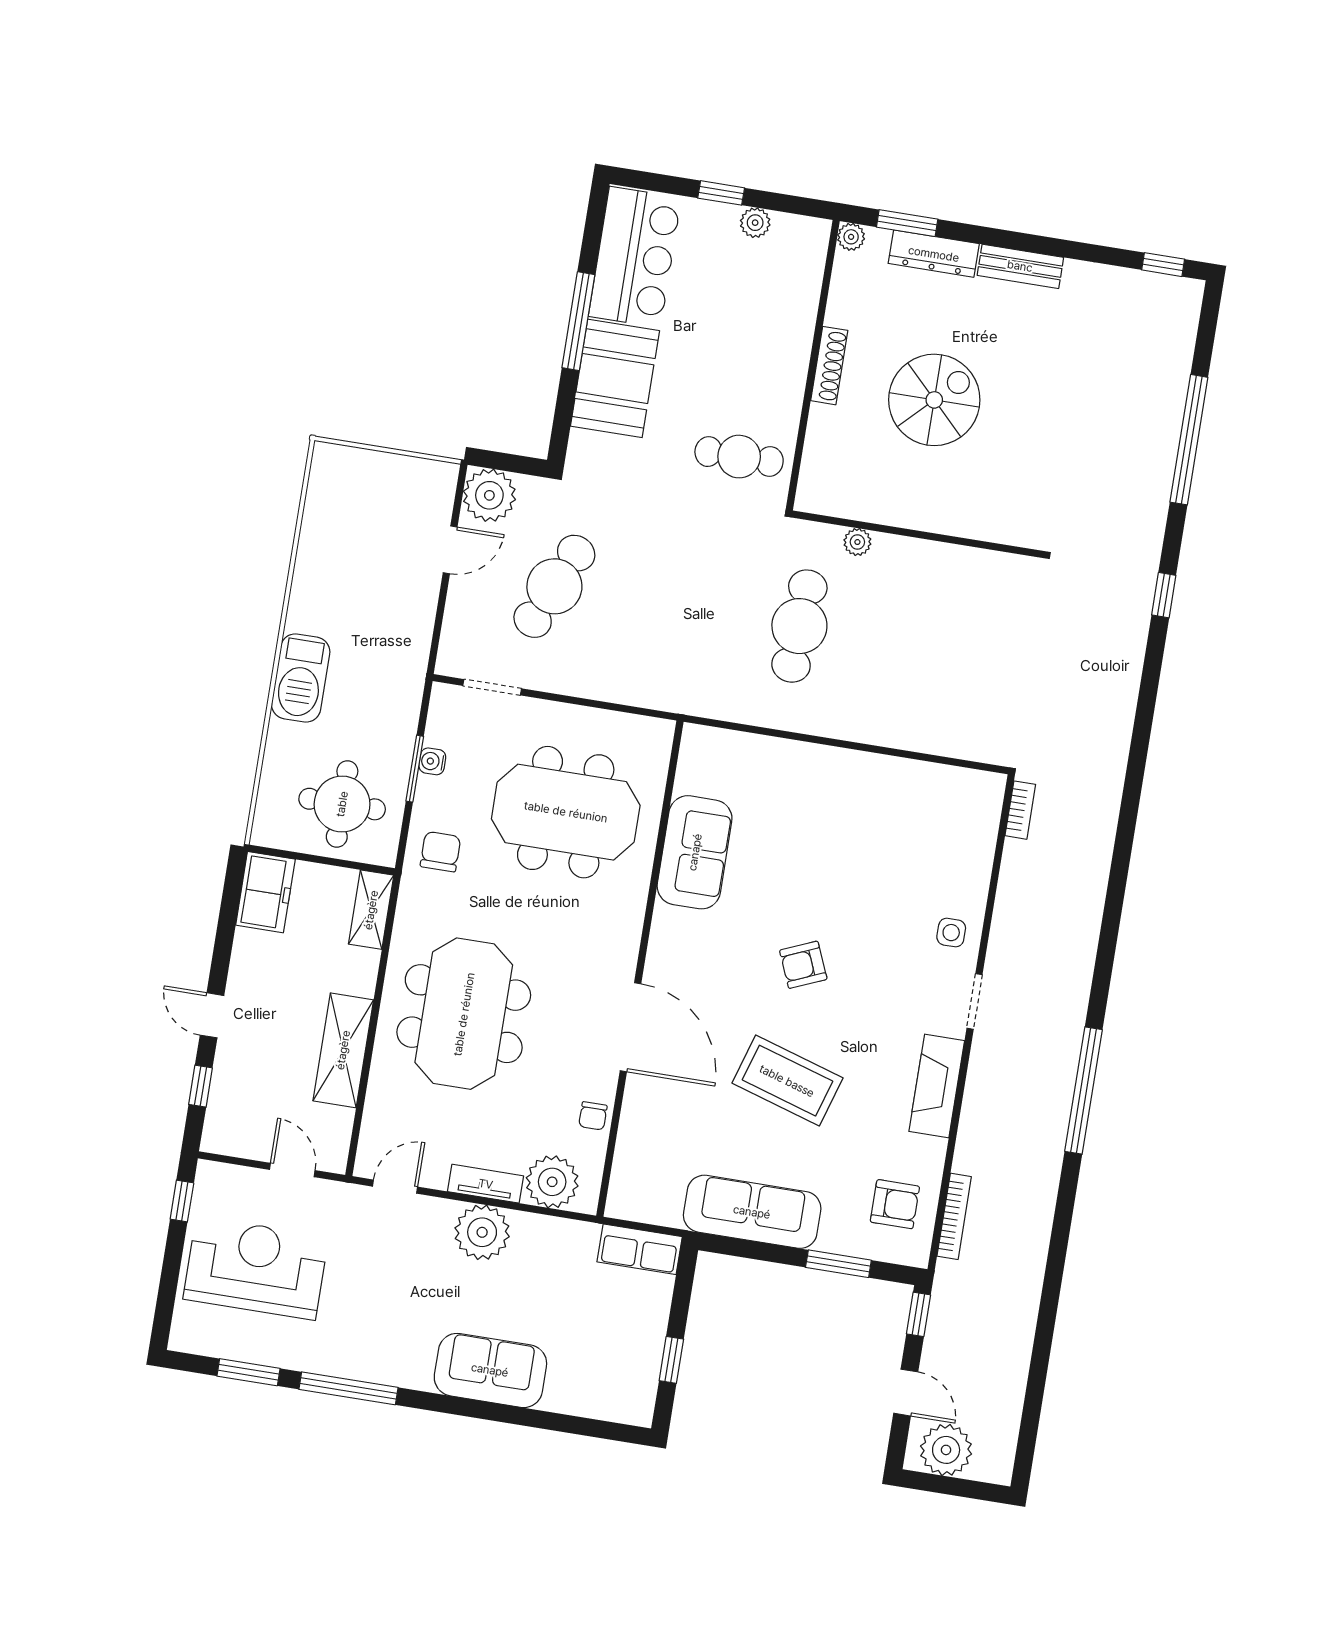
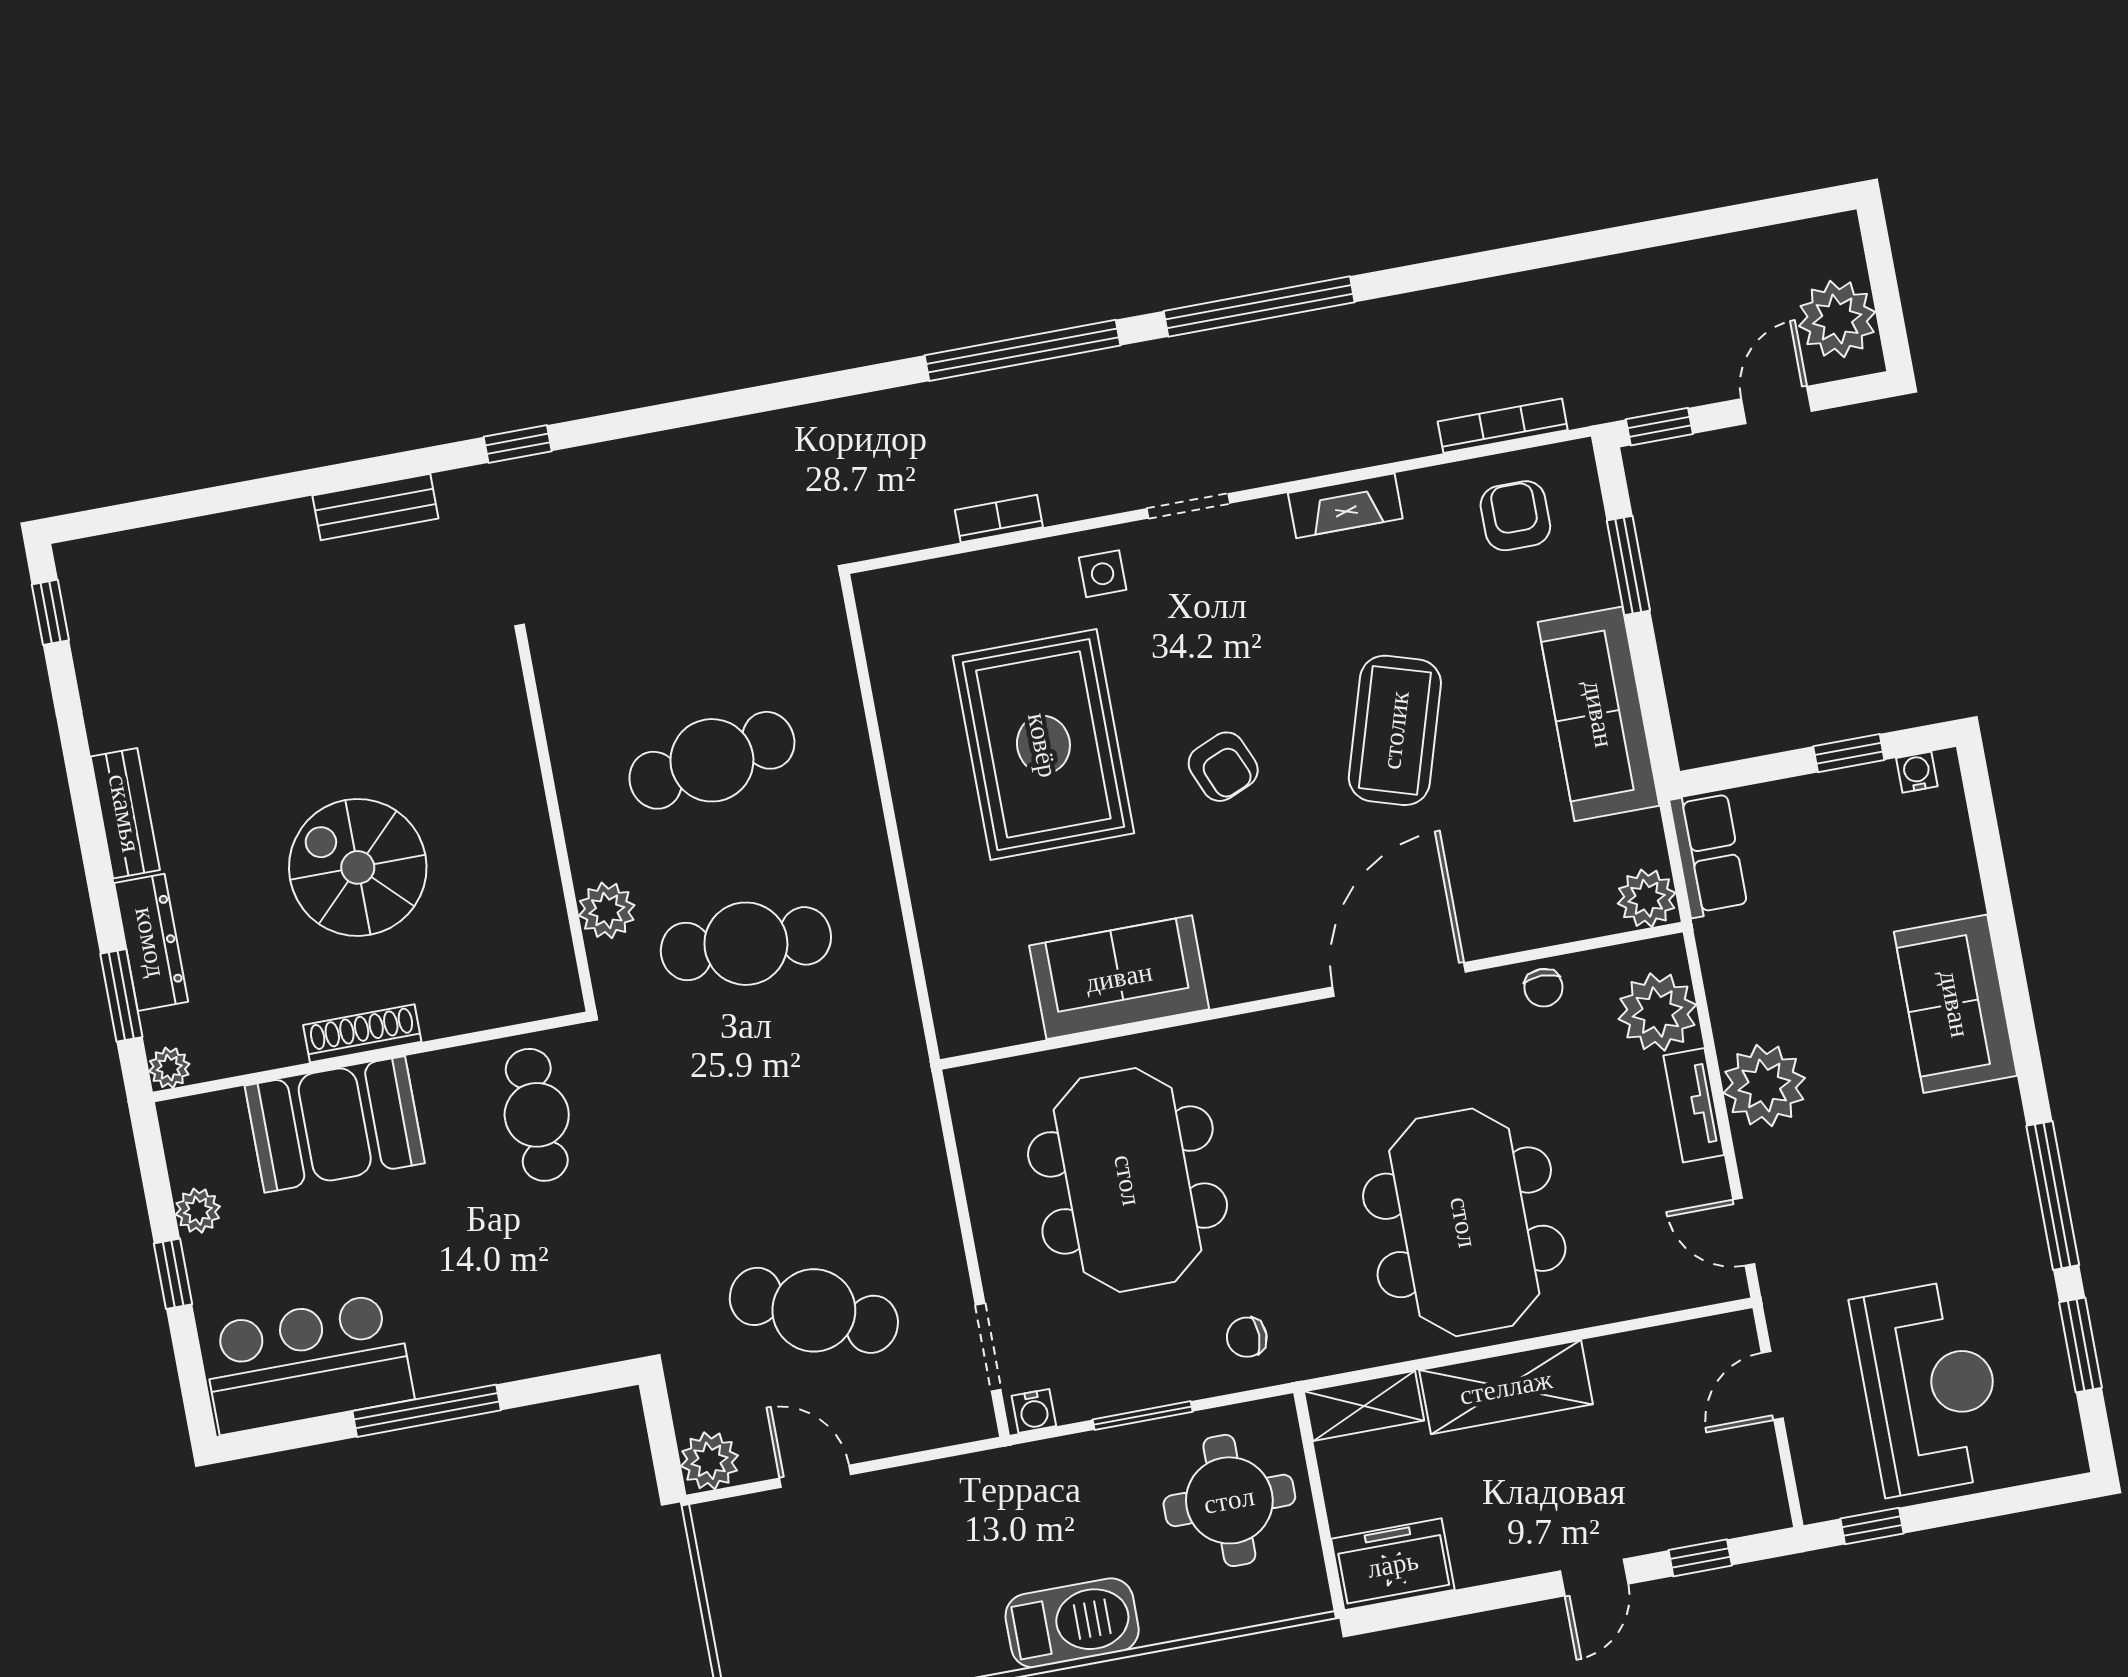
booth: (615, 378) -> (335, 1124), moved
window: (1189, 440) -> (1023, 350), moved
bench: (1156, 492) -> (375, 507), added
plant: (489, 495) -> (710, 1461), width x0.73, depth x0.73
plant: (857, 542) -> (607, 910), width x1.38, depth x1.38
cafe table: (922, 646) -> (712, 760), added
water cooler: (432, 761) -> (1034, 1411), moved
bookcase: (1020, 810) -> (999, 519), moved
chair: (440, 852) -> (1247, 1337), width x0.73, depth x0.73
rug: (857, 857) -> (1043, 745), added
meeting table: (464, 1014) -> (1464, 1222), turned 90
shelving: (343, 1050) -> (1506, 1387), moved
fireplace: (937, 1086) -> (1345, 506), width x0.73, depth x0.76
chair: (593, 1116) -> (1543, 988), turned 90
plant: (626, 1201) -> (1647, 898), added
reception desk: (256, 1268) -> (1929, 1387), turned 180
water cooler: (644, 1398) -> (1917, 772), added

